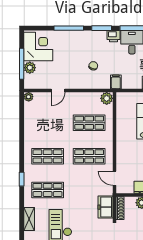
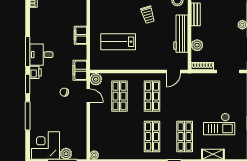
filing cabinet: (116, 82) -> (80, 70), width x2.00
door: (58, 90) -> (88, 95), moved
freezer: (106, 207) -> (201, 80), removed

